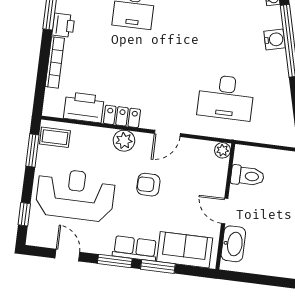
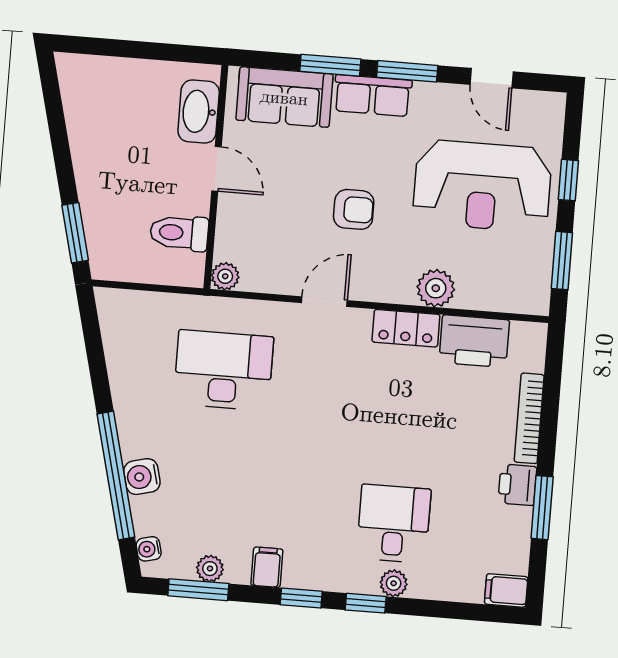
coffee table: (55, 137) -> (523, 286), removed
plant: (124, 141) -> (436, 288), moved
window: (24, 214) -> (568, 180), moved

